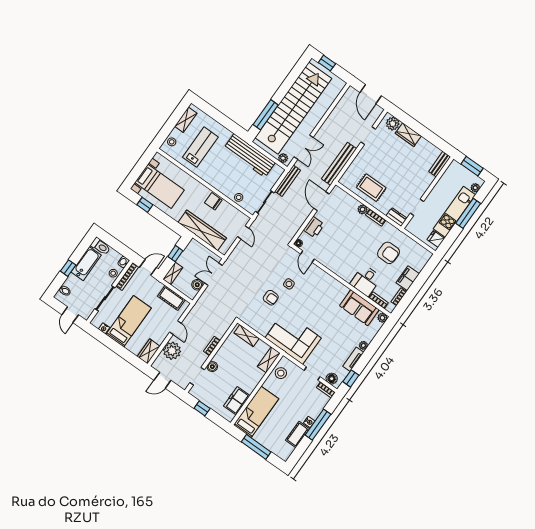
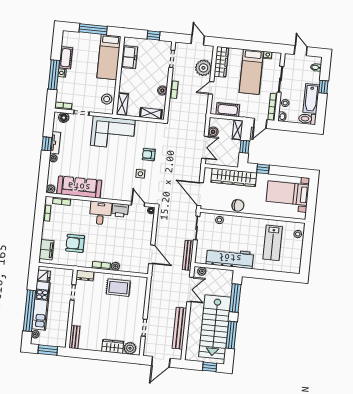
window: (289, 82) -> (231, 335), added
door: (371, 94) -> (161, 362), swing flipped
stairs: (293, 108) -> (215, 327), width x0.73
shelving: (186, 120) -> (297, 258), removed
double door: (304, 147) -> (190, 289), swing flipped
bench: (339, 164) -> (179, 328), moved
window: (145, 205) -> (263, 169), moved
window: (468, 213) -> (29, 311), width x1.46
printer: (314, 227) -> (120, 210), moved, turned -90
door: (243, 232) -> (200, 194), width x1.88
filing cabinet: (408, 278) -> (47, 250), moved
desk: (366, 281) -> (100, 213), moved
sofa: (359, 308) -> (79, 187), width x1.36
door: (175, 328) -> (211, 88), hinge flipped
wardrobe: (149, 351) -> (221, 62), width x1.50
boiler: (212, 367) -> (162, 91), moved
window: (351, 378) -> (47, 144), moved
door: (162, 380) -> (198, 40), hinge flipped

